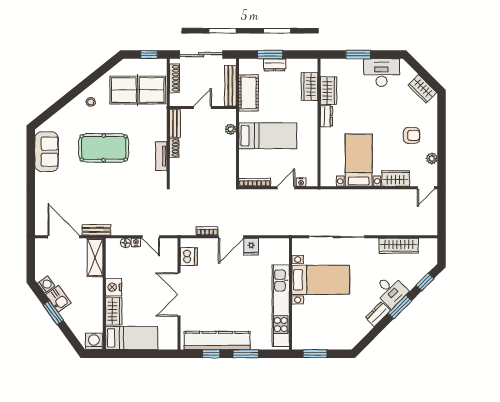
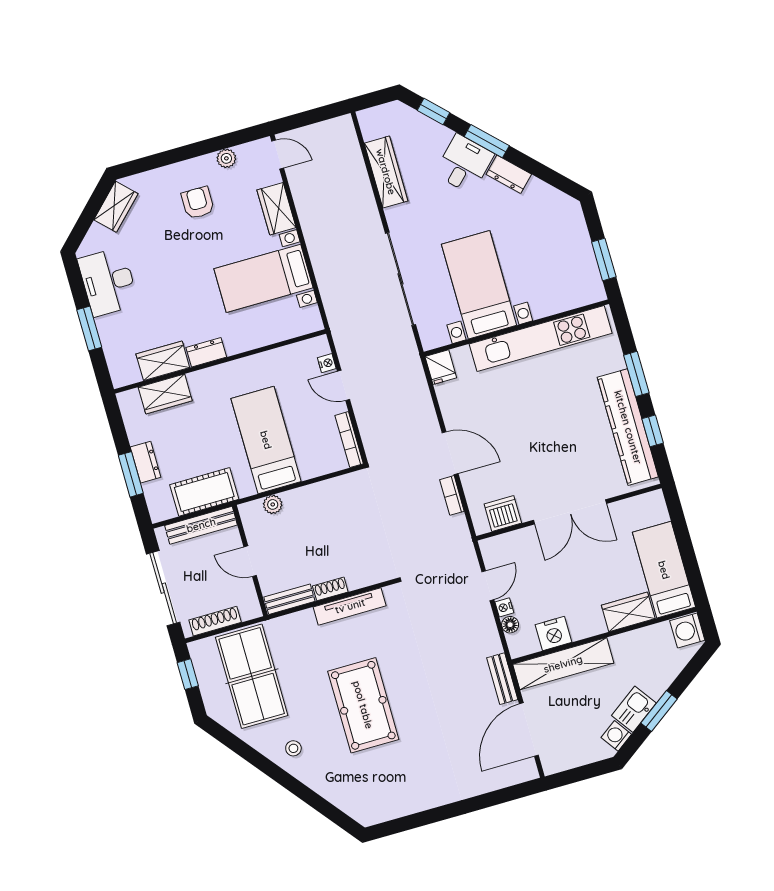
sofa: (47, 152) -> (396, 798), removed
tv unit: (161, 156) -> (350, 606), width x1.41
fridge: (251, 247) -> (441, 367), moved, turned 90
shelving: (95, 257) -> (563, 664), width x1.47
nightstand: (114, 287) -> (554, 633), moved

